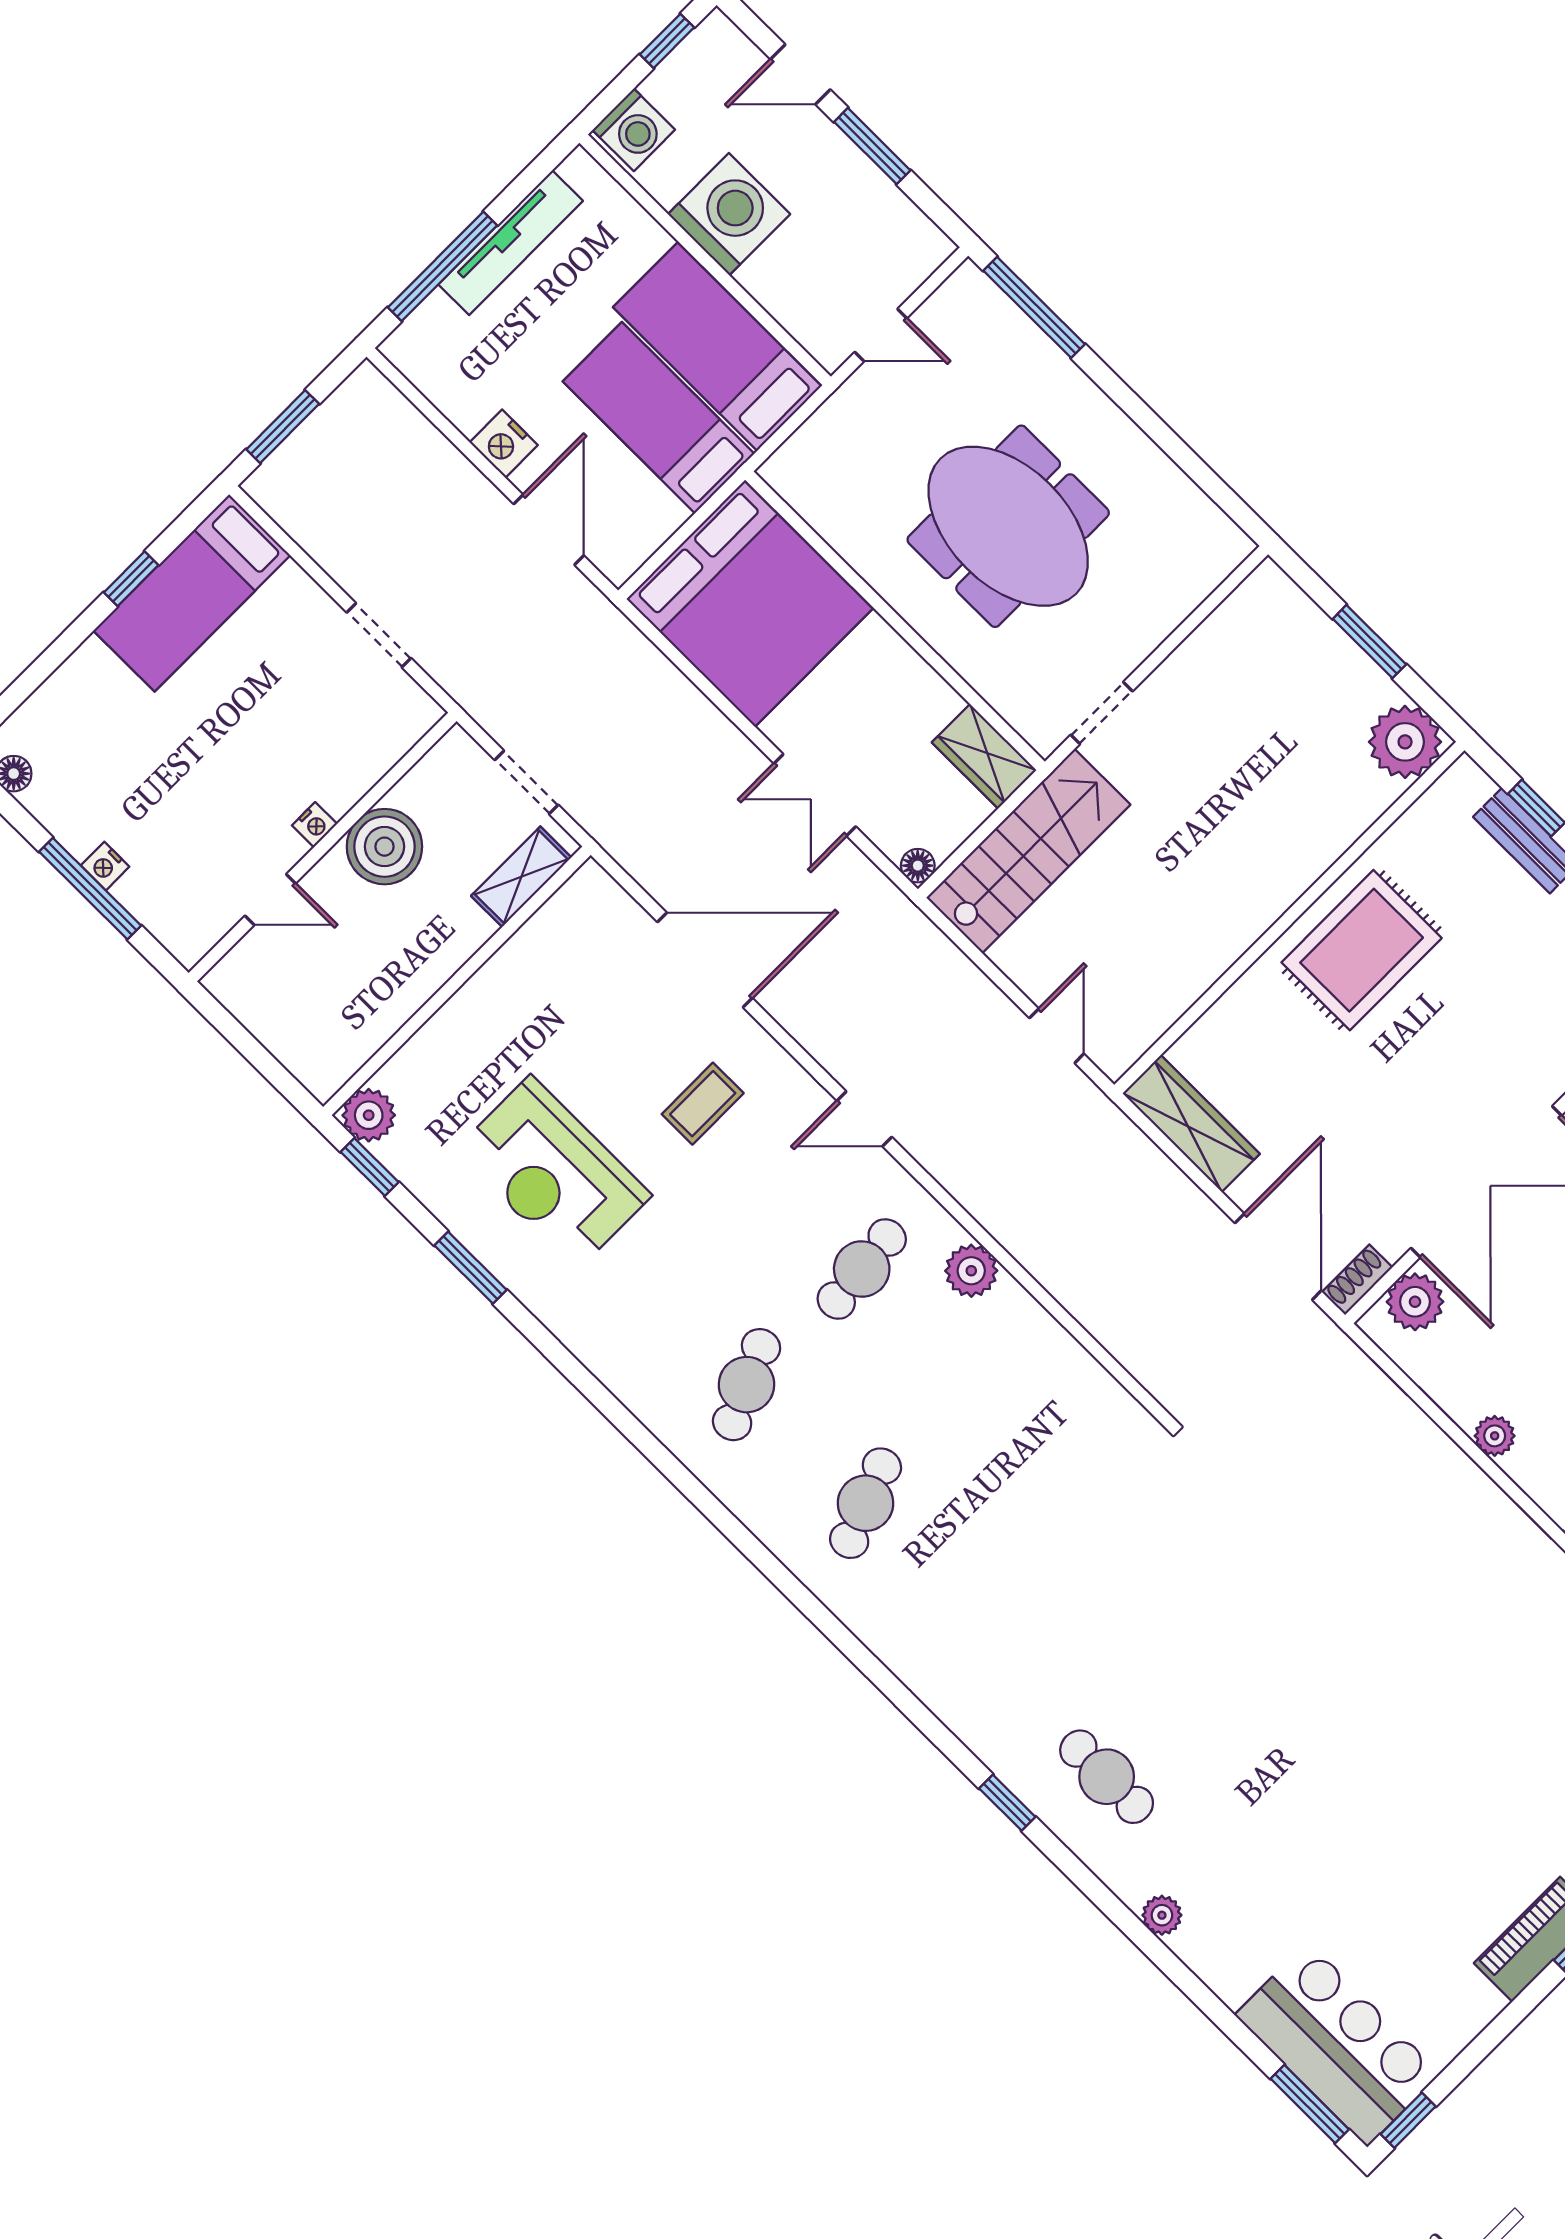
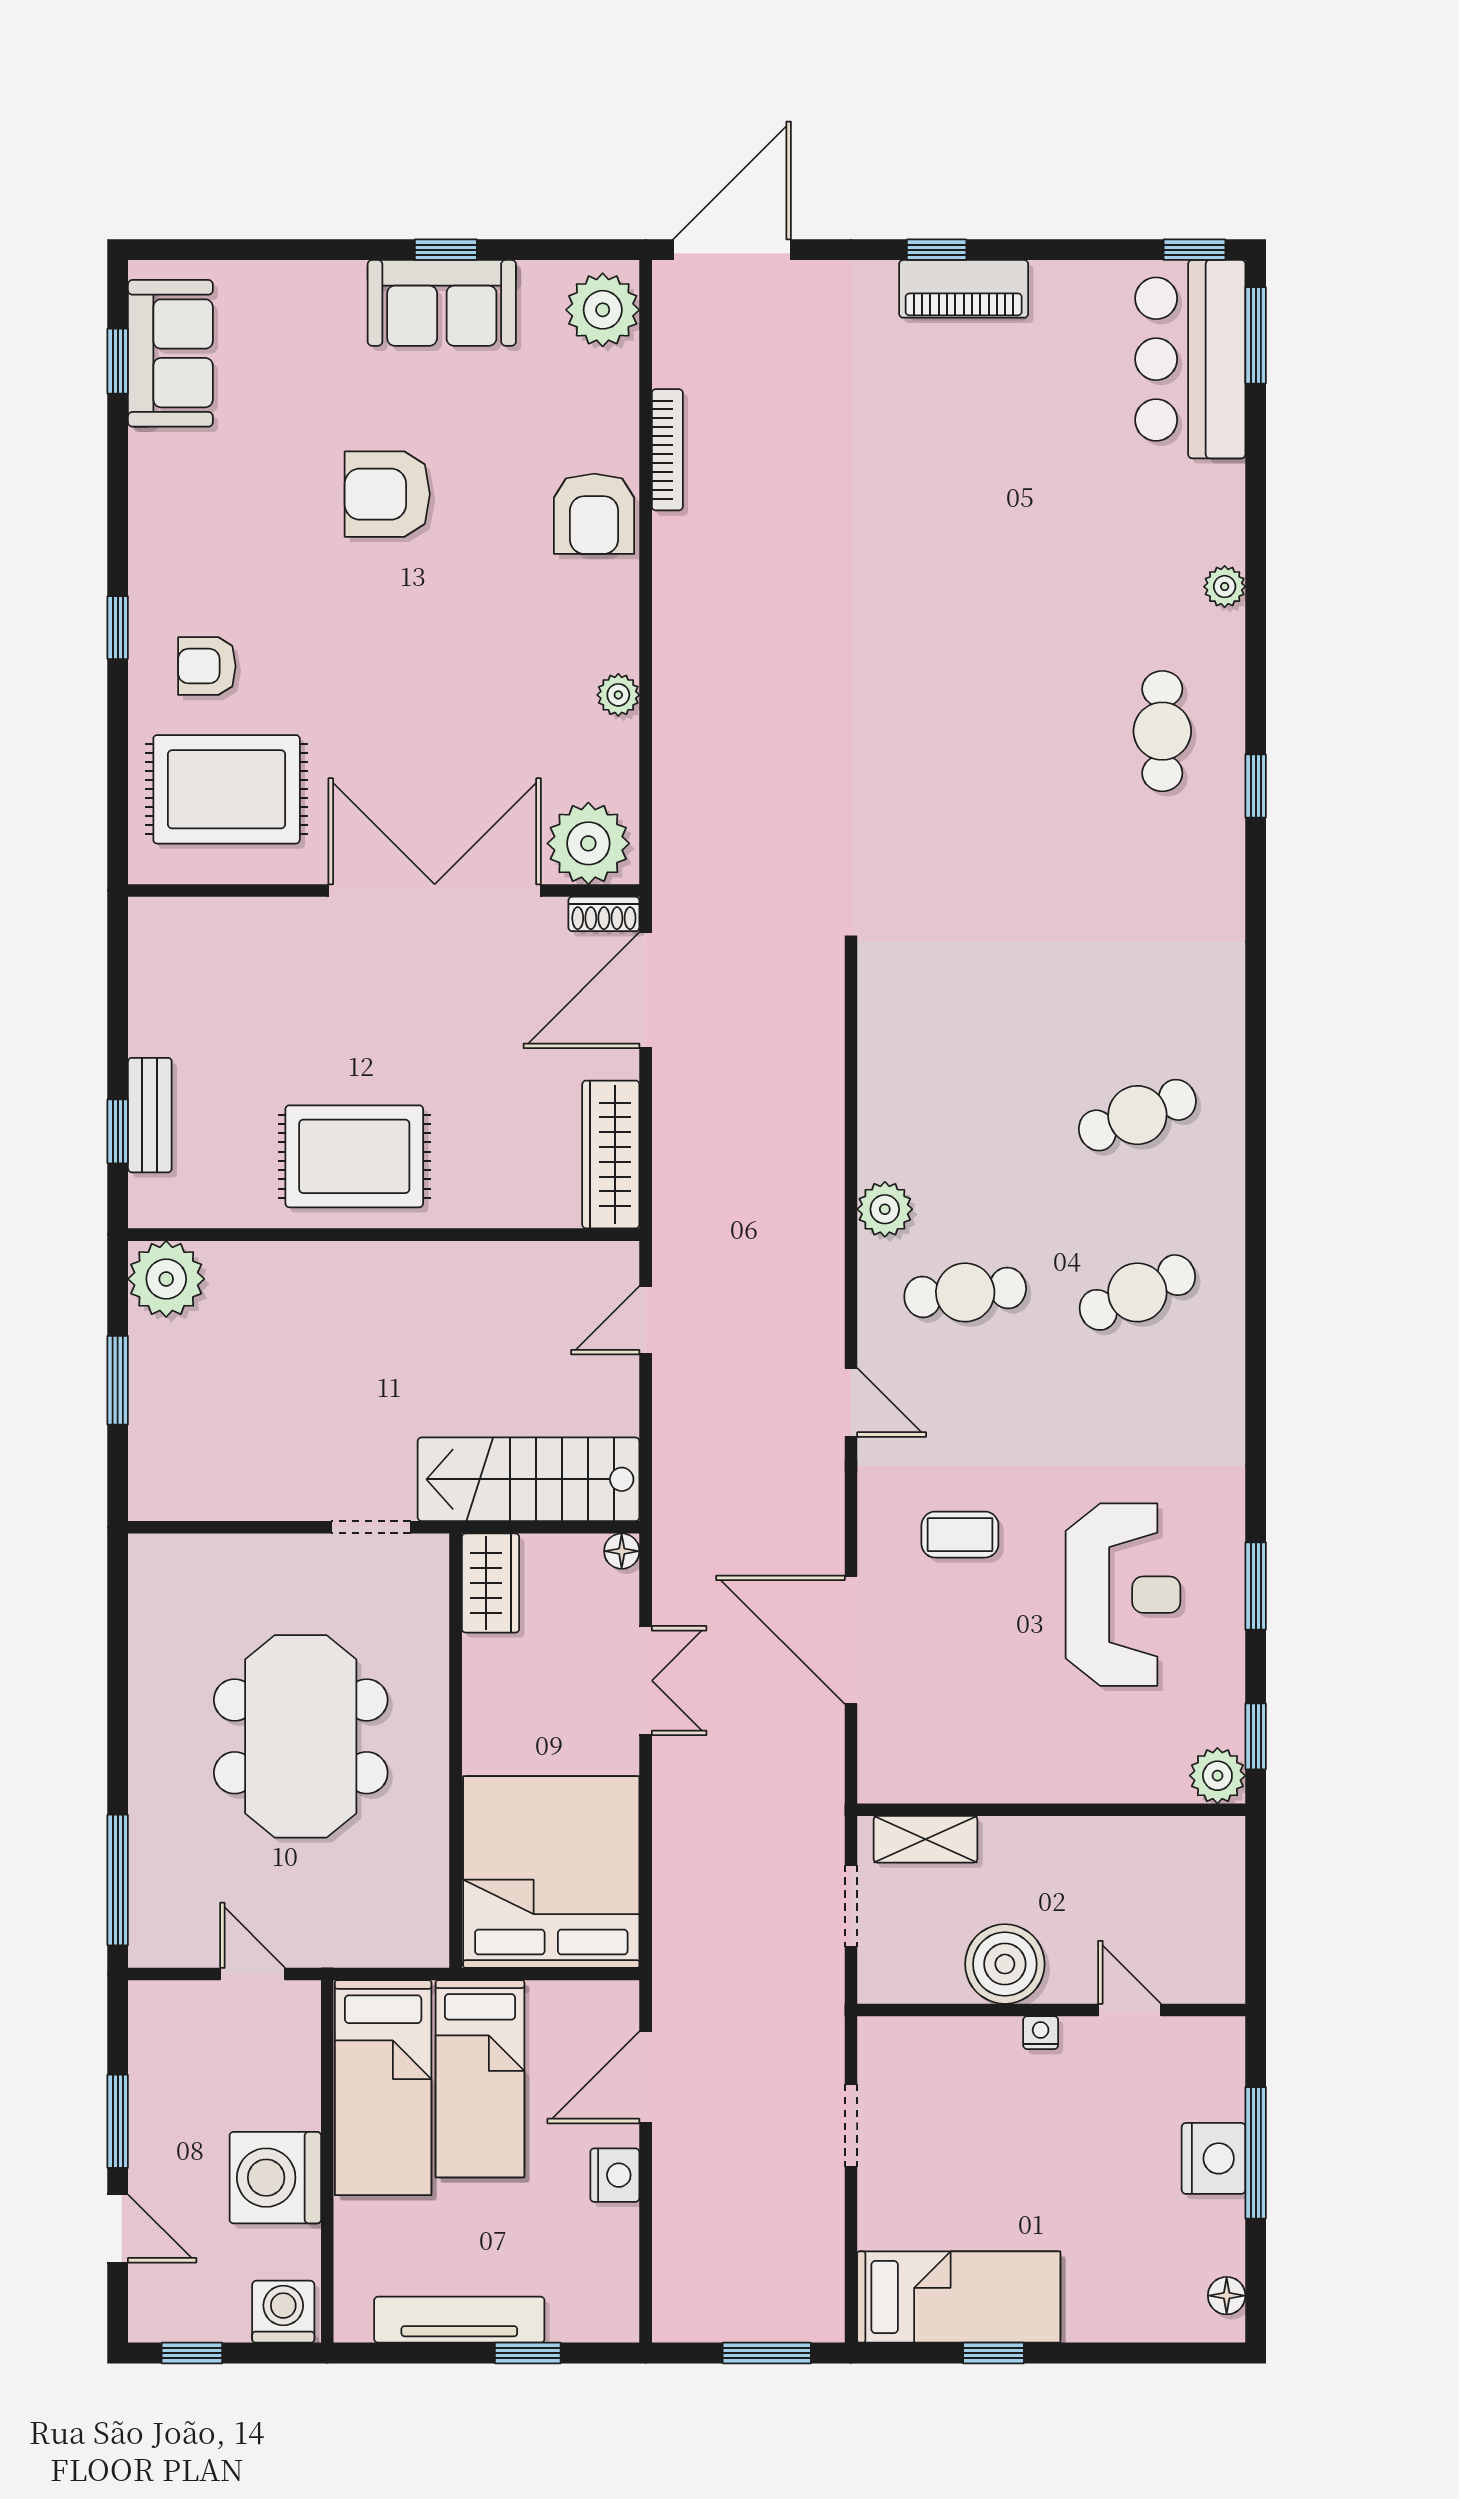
window: (442, 266) -> (528, 2353), width x0.46
nightstand: (105, 866) -> (1214, 2158), width x1.89, depth x1.79
plant: (1415, 1302) -> (588, 843), width x1.36, depth x1.36

